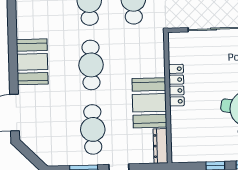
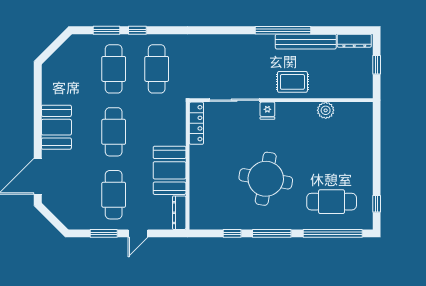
locker: (176, 85) -> (196, 123), moved

